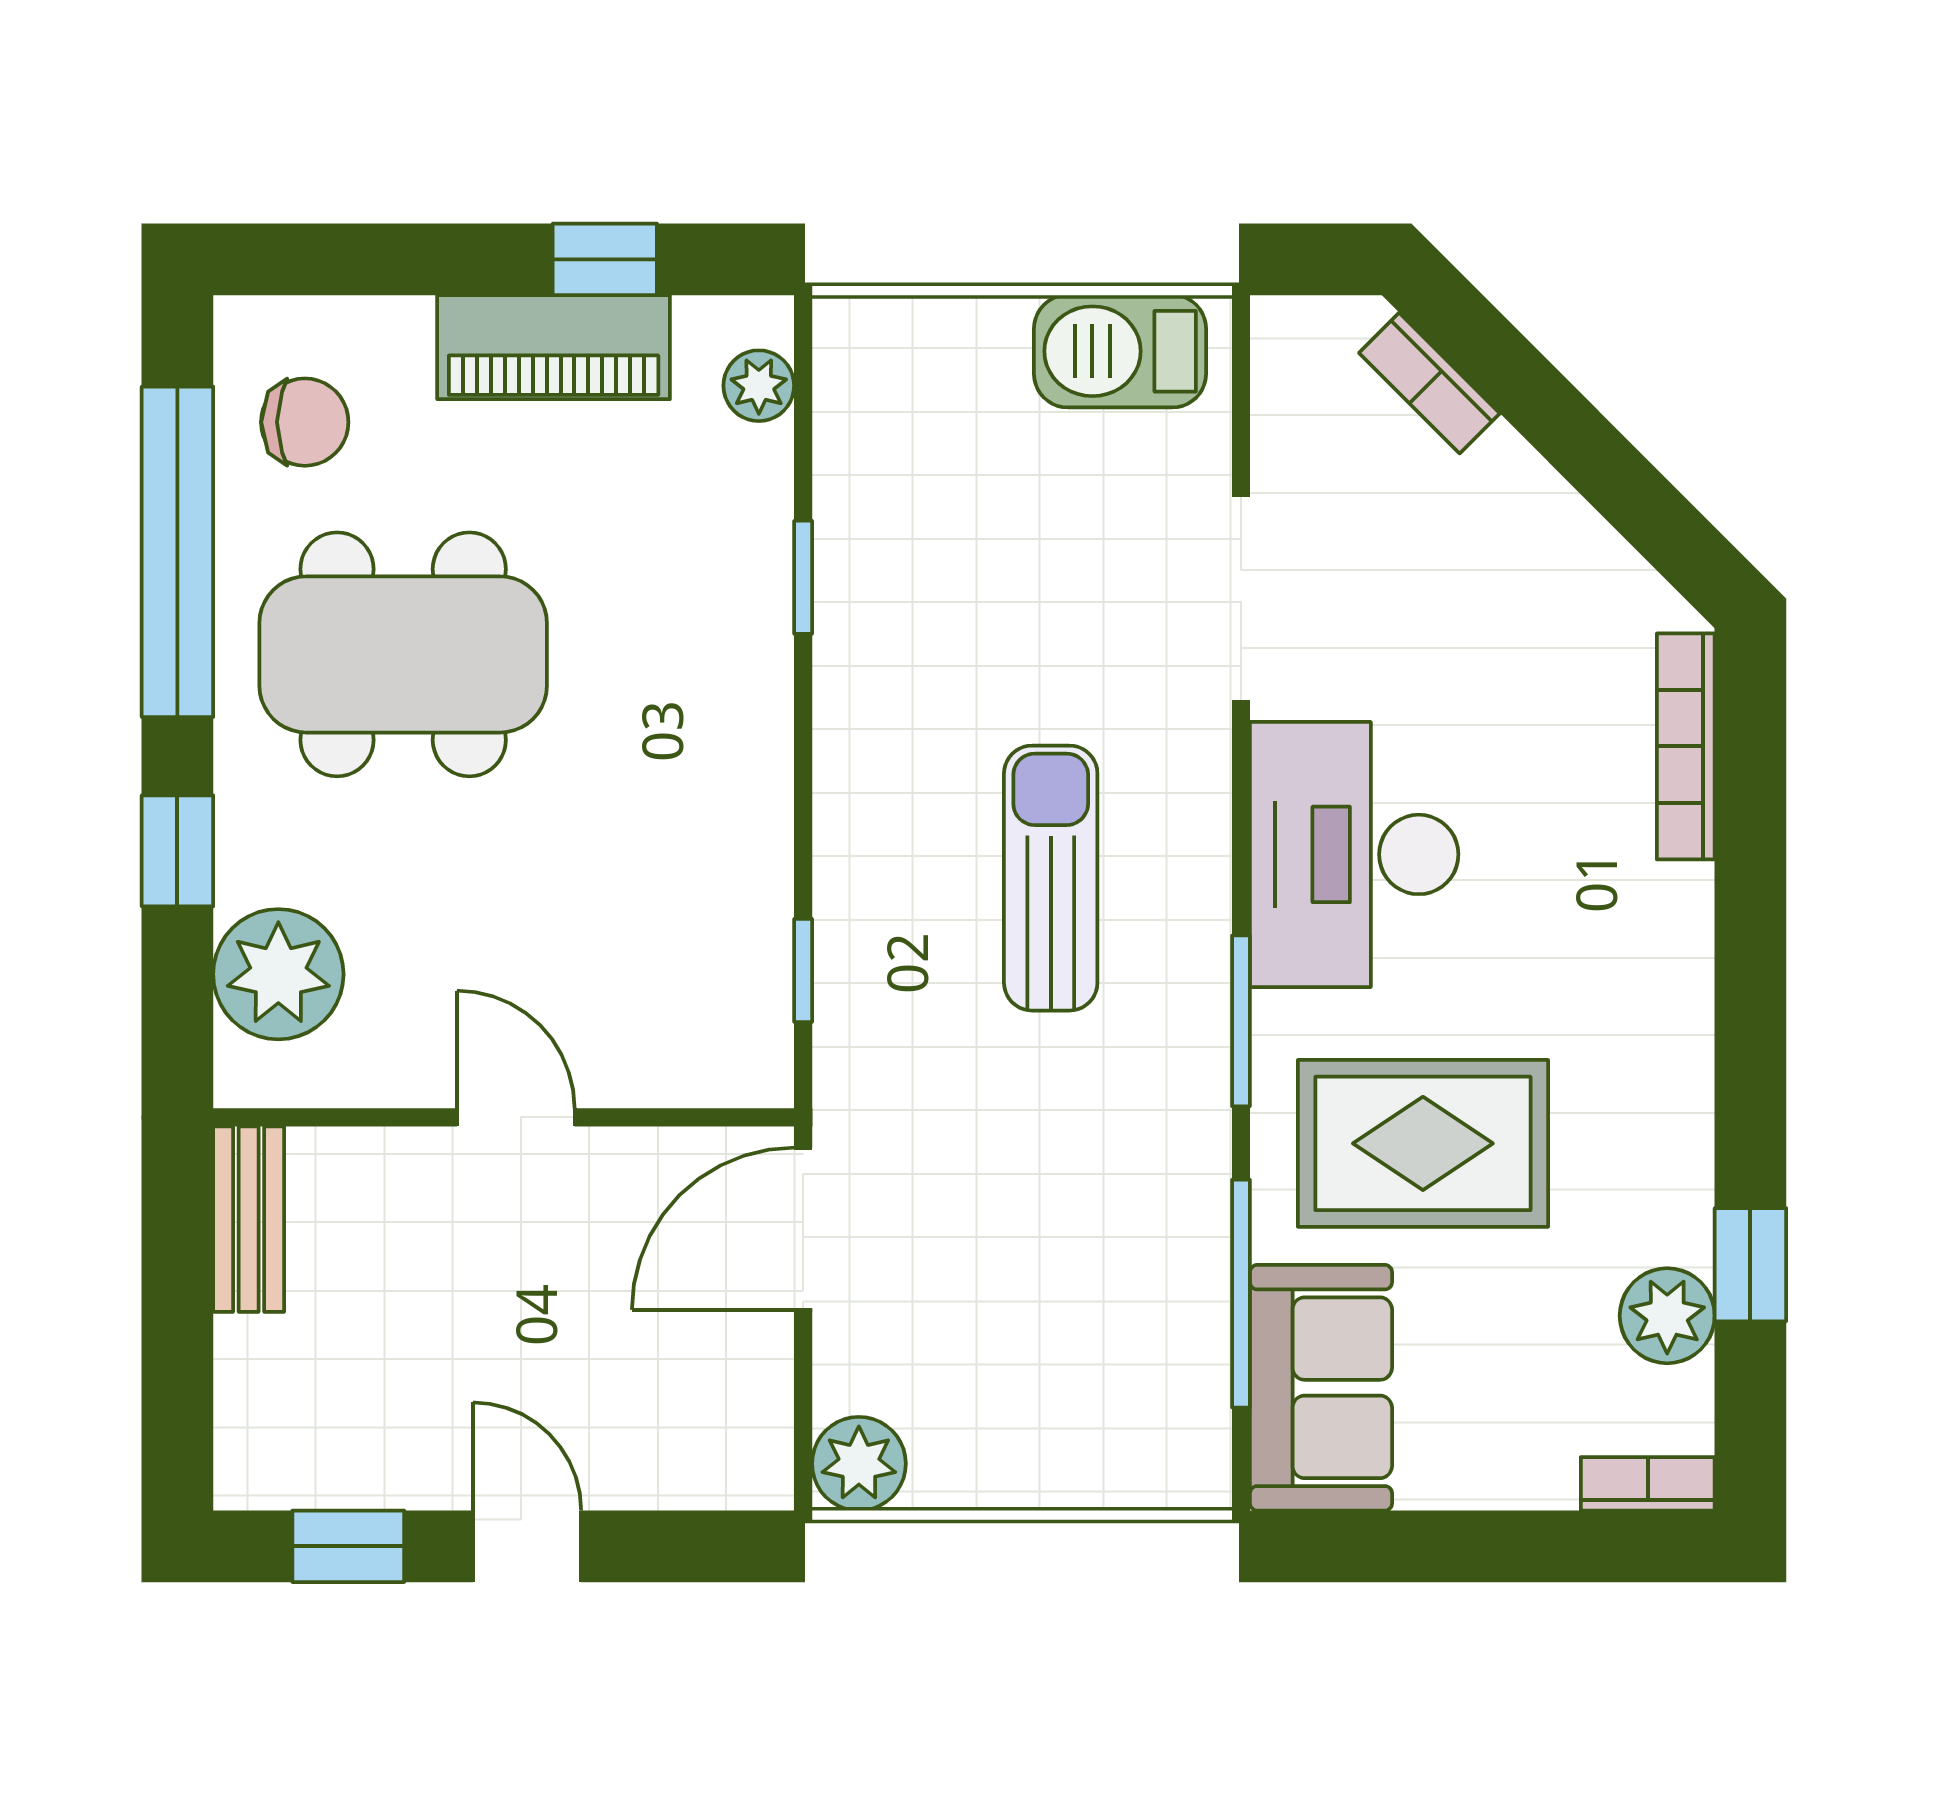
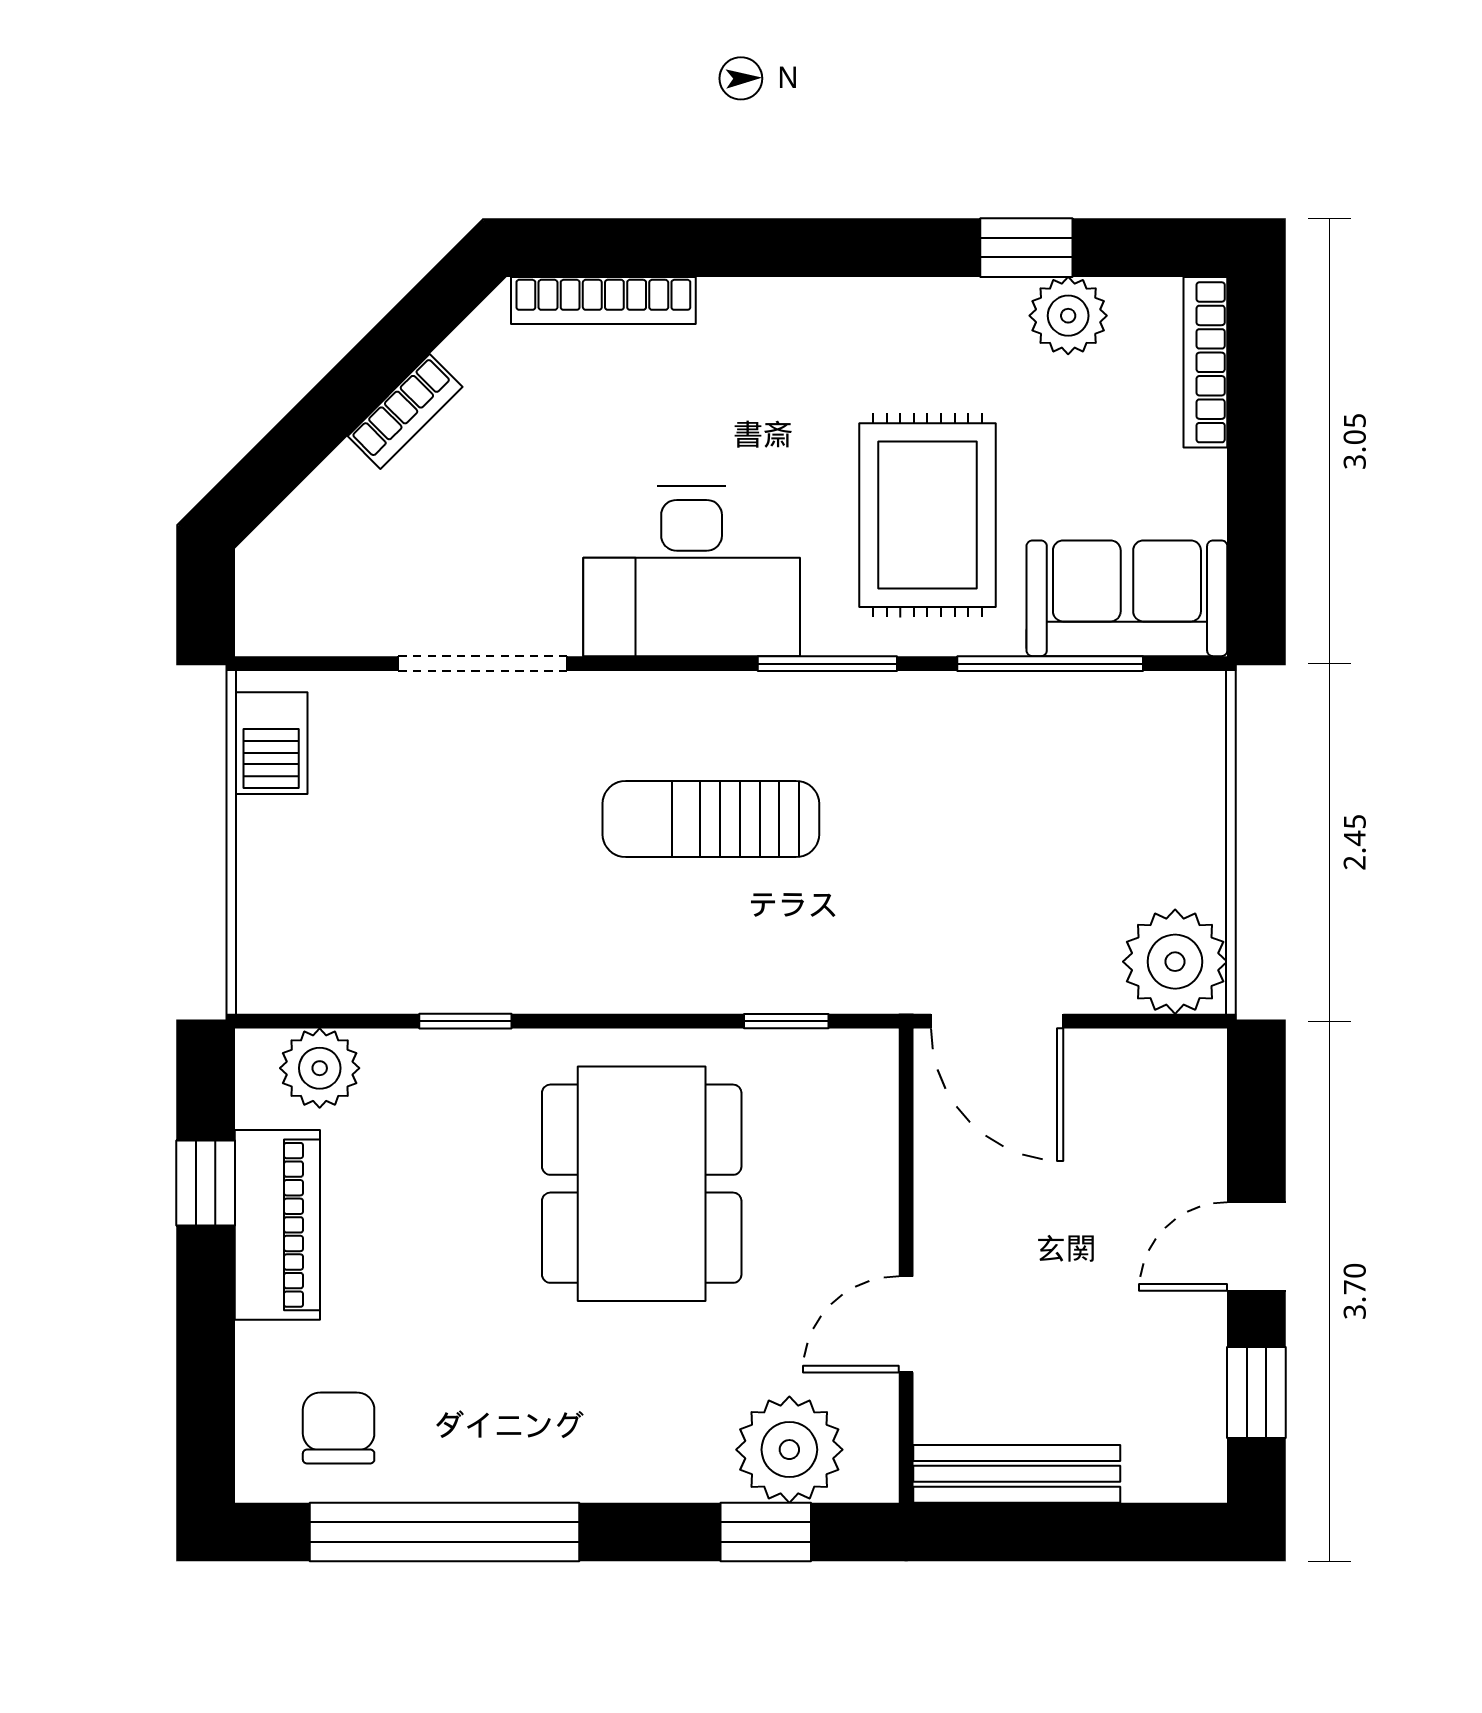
barbecue: (1120, 351) -> (271, 743), width x0.73, depth x0.79
bookcase: (1429, 383) -> (405, 411), moved
plant: (759, 386) -> (320, 1068), width x1.38, depth x1.38
dining table: (403, 654) -> (642, 1184), moved
window: (177, 851) -> (766, 1532), moved
door: (516, 1117) -> (906, 1324), moved
bench: (249, 1219) -> (1017, 1474), width x1.36
plant: (859, 1464) -> (1175, 962), width x1.36, depth x1.36
bookcase: (1648, 1484) -> (1205, 362), width x1.56

